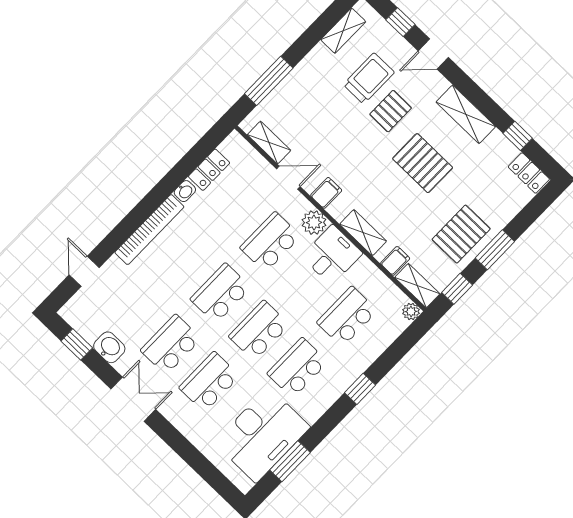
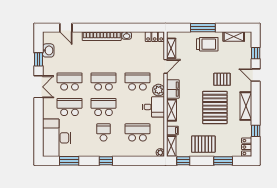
trolley: (369, 78) -> (207, 44), moved
window: (269, 81) -> (203, 28), moved
pallet: (423, 163) -> (215, 107), width x1.37, depth x1.41
locker: (209, 170) -> (155, 37), moved
door: (288, 178) -> (165, 66), hinge flipped
filing cabinet: (326, 193) -> (173, 89), width x2.00
window: (495, 250) -> (223, 161), moved
door: (84, 271) -> (66, 28), swing flipped
window: (77, 344) -> (38, 59), moved
washbasin: (109, 347) -> (48, 50), moved
school desk: (297, 368) -> (104, 132), width x0.54
window: (360, 389) -> (106, 161), moved
desk: (262, 435) -> (57, 138), moved, turned 90

